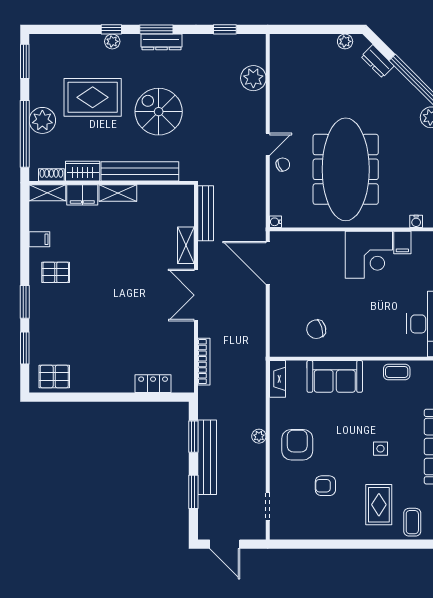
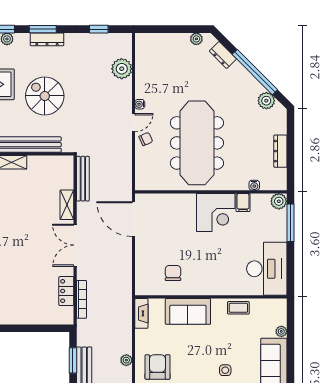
water cooler: (275, 222) -> (140, 104), moved
chair: (316, 329) -> (173, 273), turned 107
locker: (153, 384) -> (66, 291), moved, turned -90

